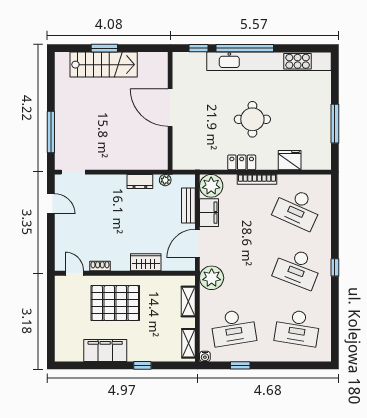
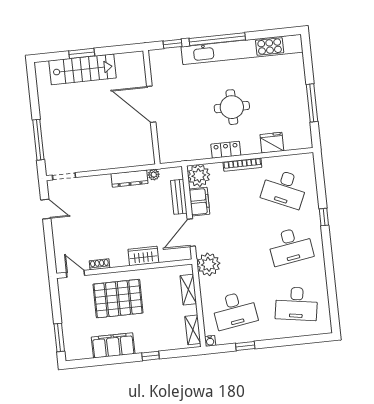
dresser: (140, 181) -> (129, 179), width x1.44
window: (335, 267) -> (324, 217), moved
desk: (297, 268) -> (290, 246), turned -30
window: (51, 337) -> (59, 338), added

